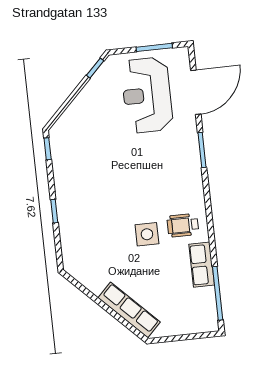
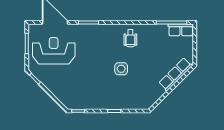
reception desk: (147, 95) -> (54, 51), turned 180
side table: (147, 234) -> (121, 69), moved
row of seats: (202, 265) -> (181, 30), moved

